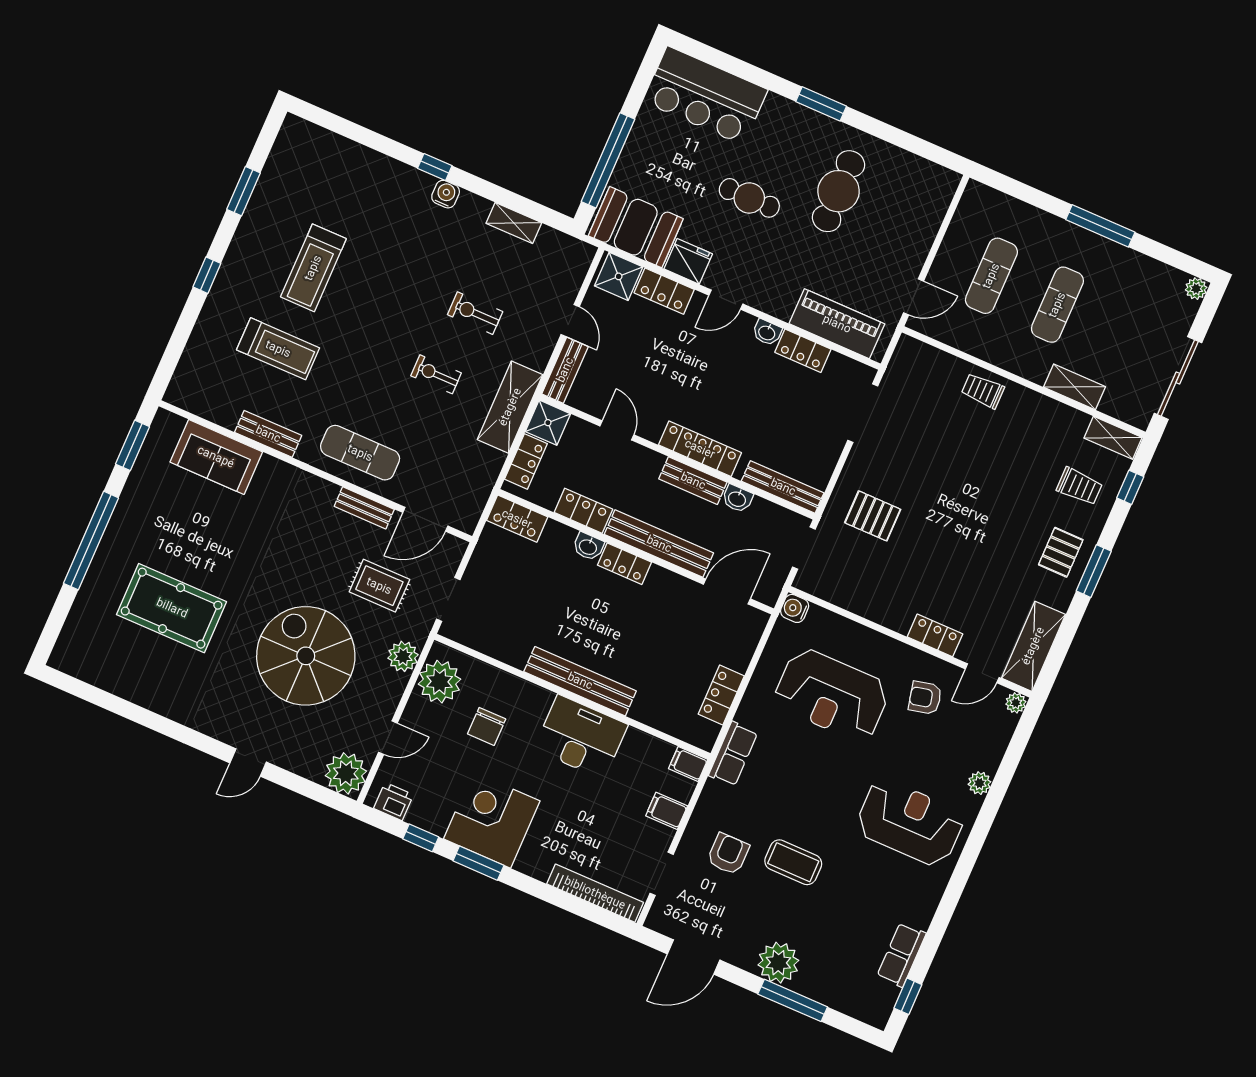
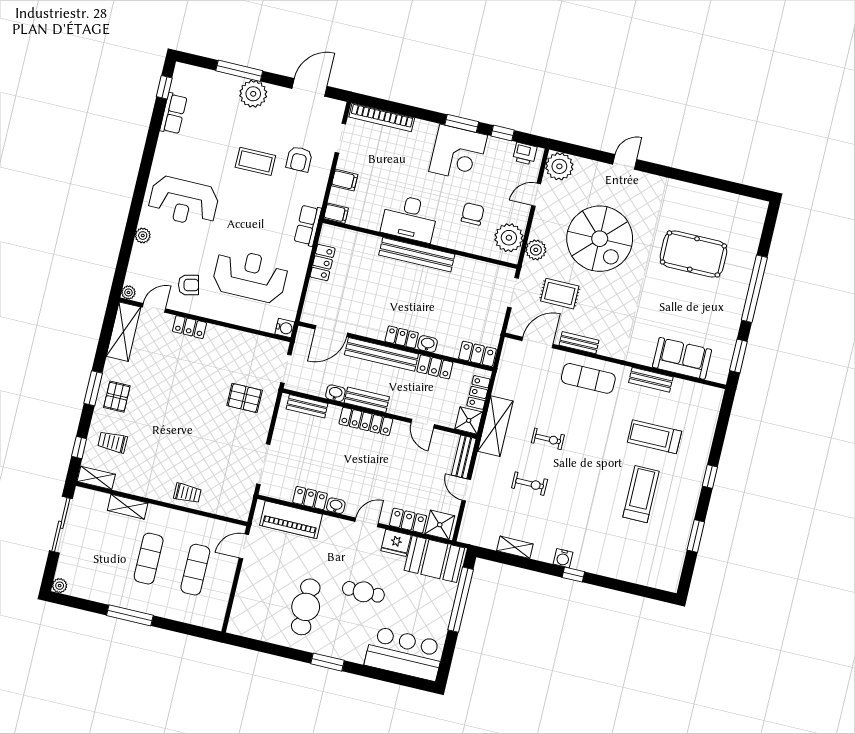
bench: (783, 487) -> (307, 406), width x0.73

